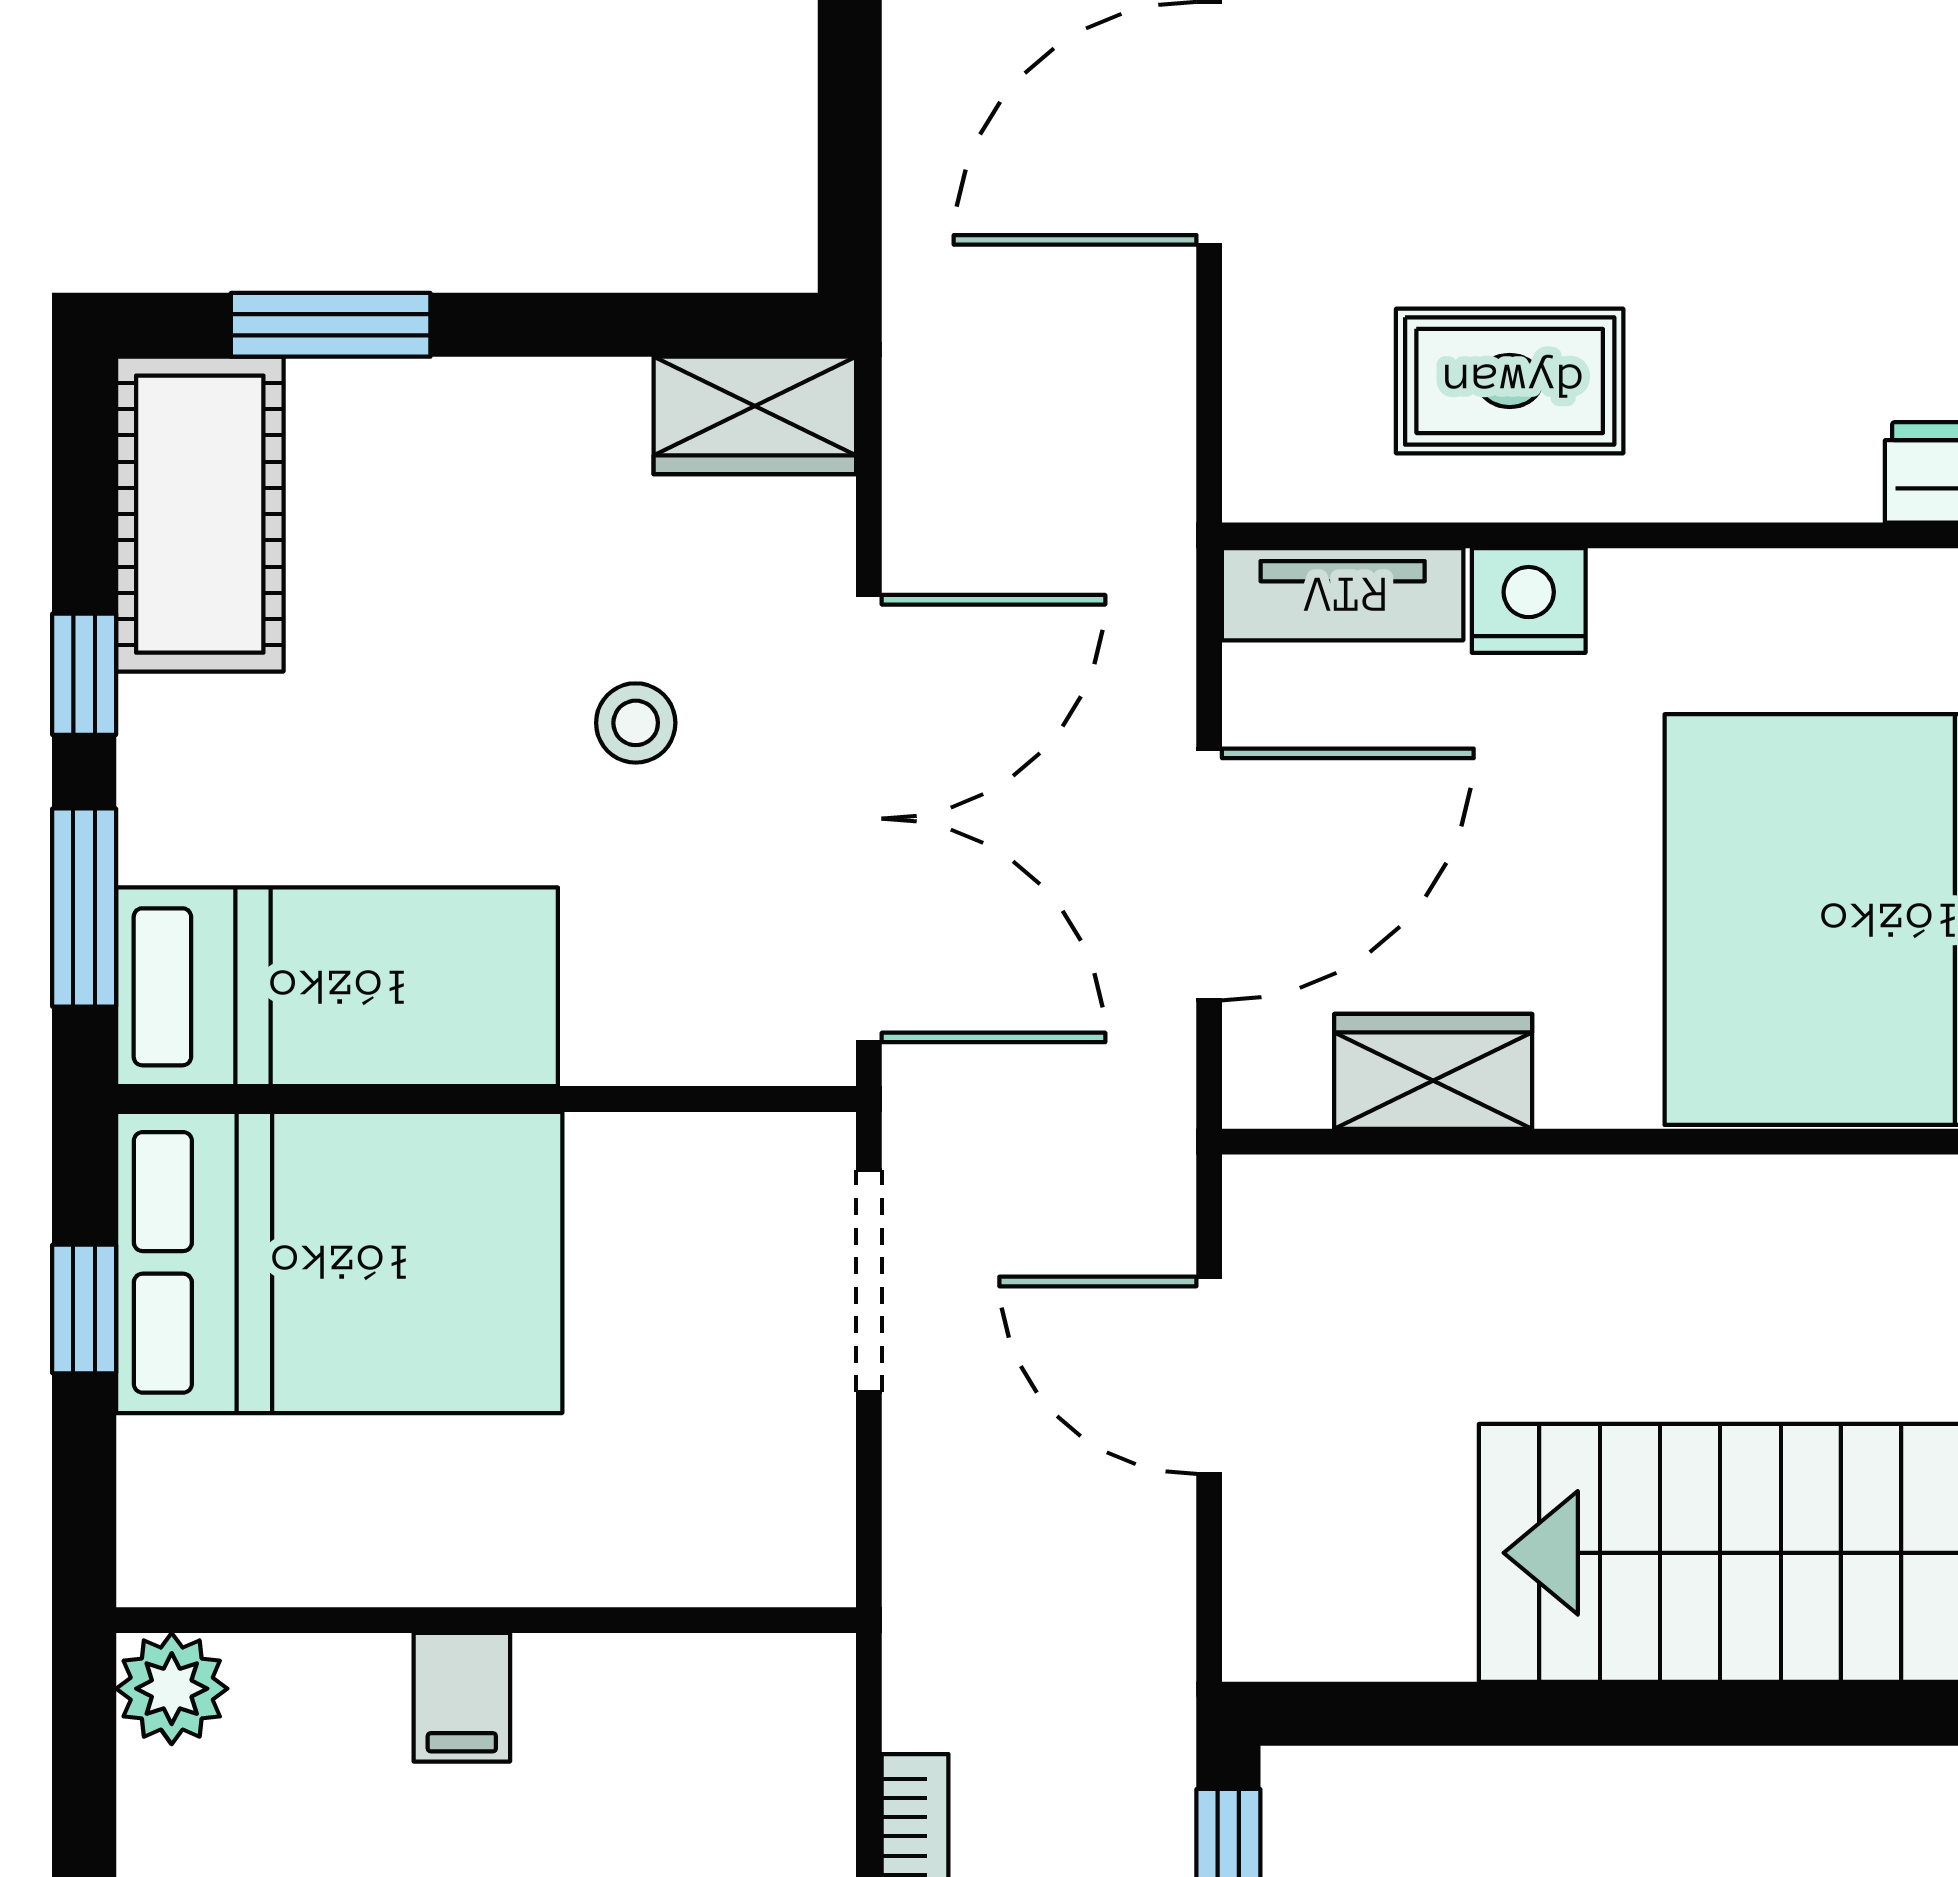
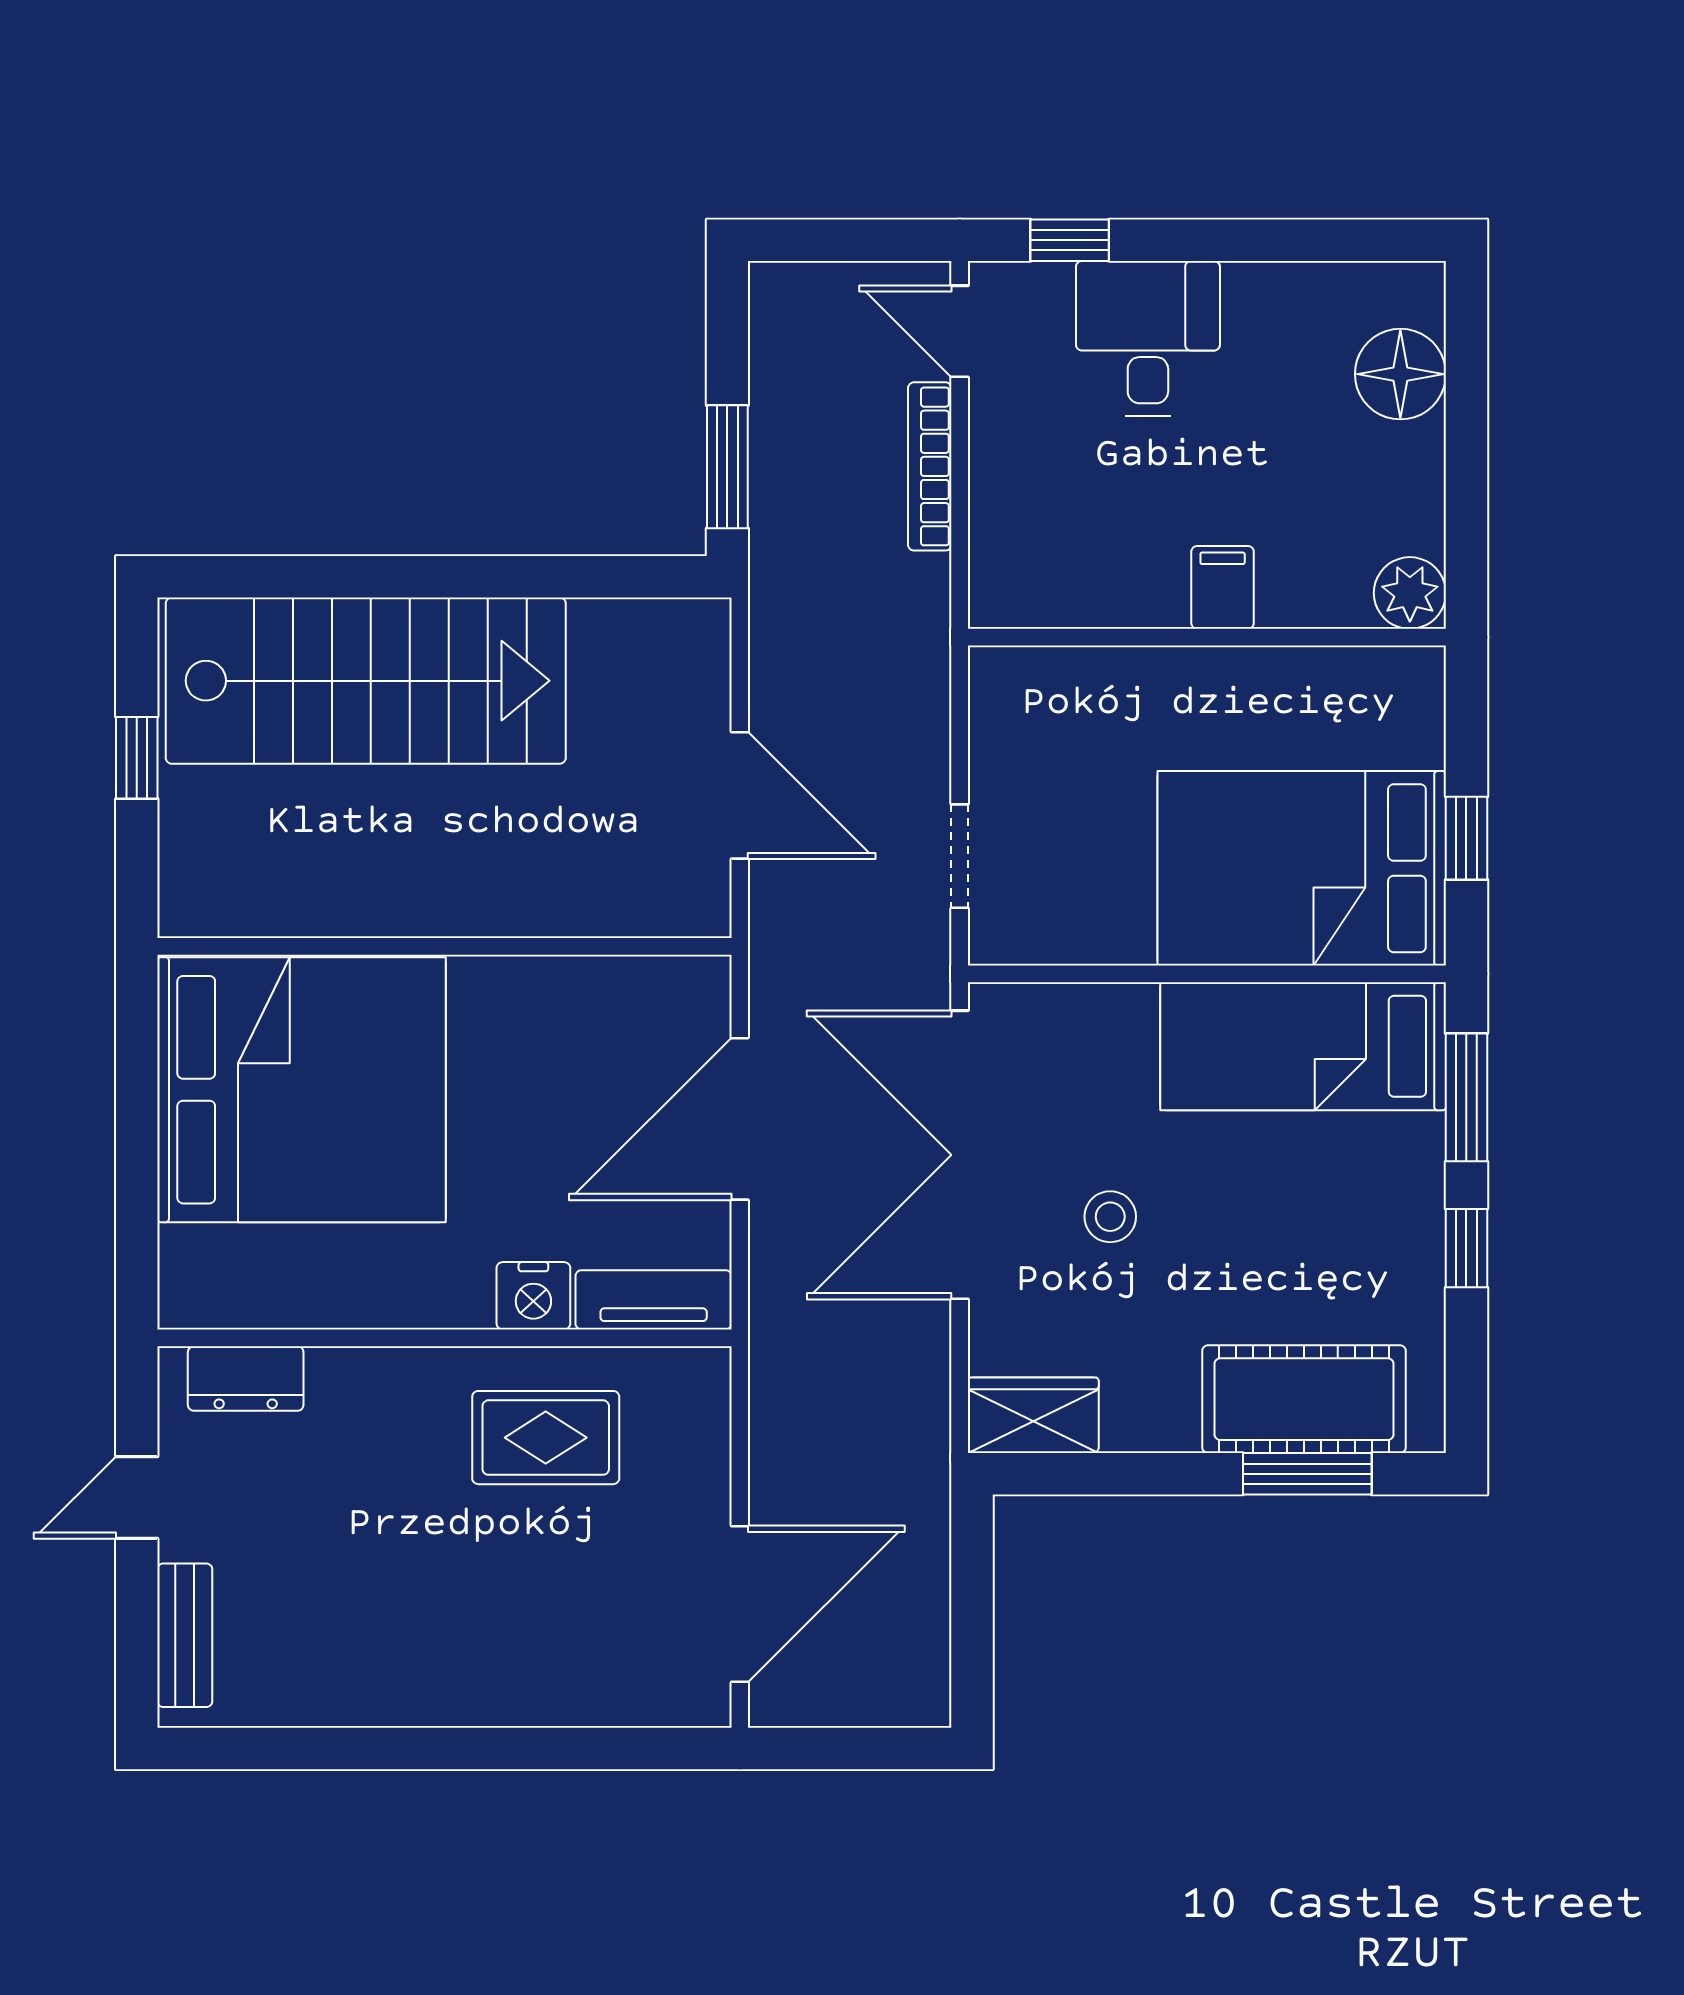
cot: (200, 514) -> (1304, 1399), moved, turned 90
wardrobe: (1433, 1071) -> (595, 992), removed
doorway: (869, 1281) -> (960, 856), width x0.73

